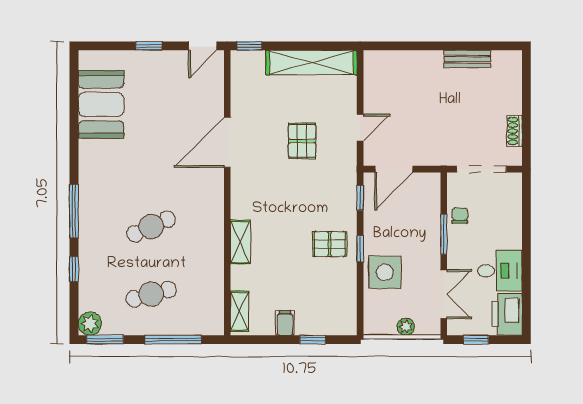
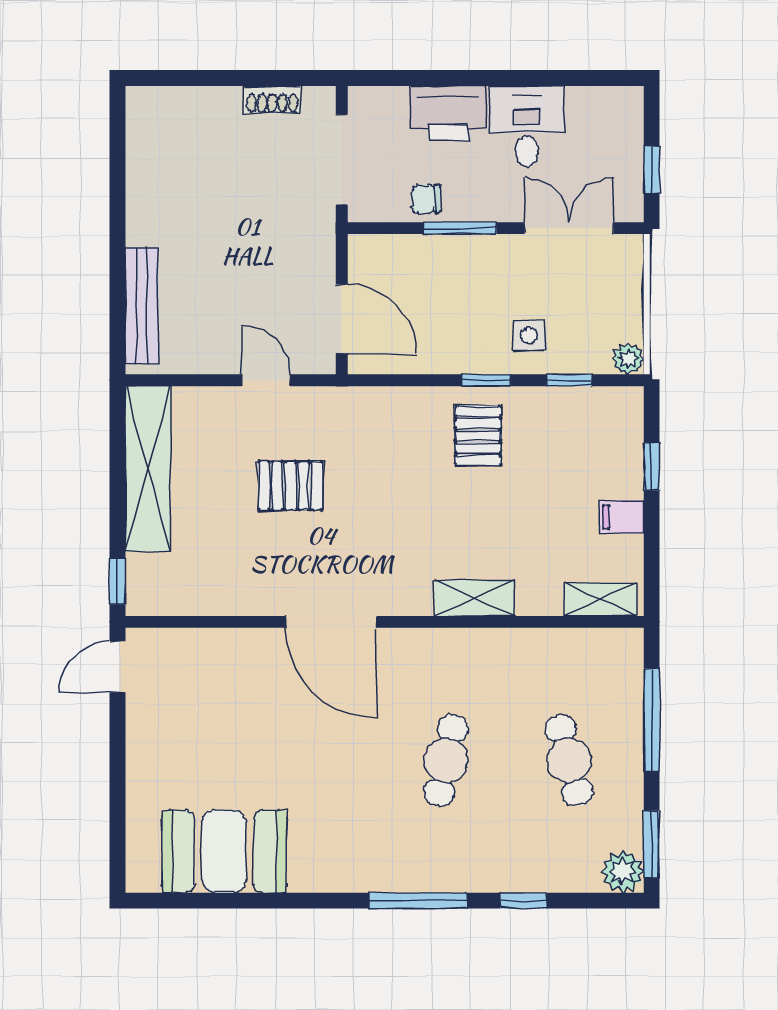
window: (149, 46) -> (117, 764), removed
door: (203, 46) -> (117, 667), swing flipped
bench: (467, 59) -> (141, 305), moved, width x1.36
door: (227, 142) -> (331, 622), moved
window: (360, 198) -> (569, 380), moved
cafe table: (151, 227) -> (446, 760), turned 36
side table: (385, 272) -> (529, 335), width x0.54, depth x0.54
printer: (507, 314) -> (448, 113), moved
plant: (406, 327) -> (628, 359), moved

